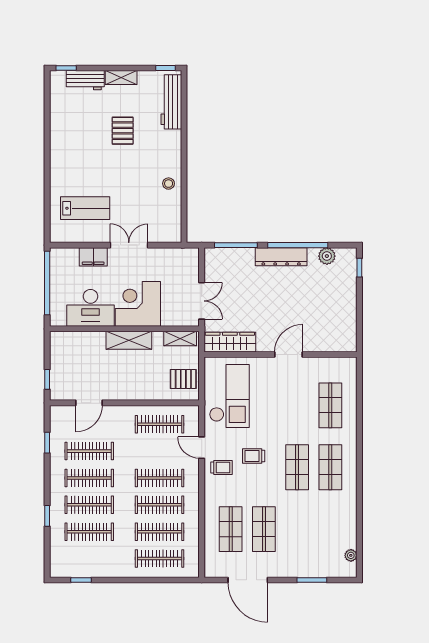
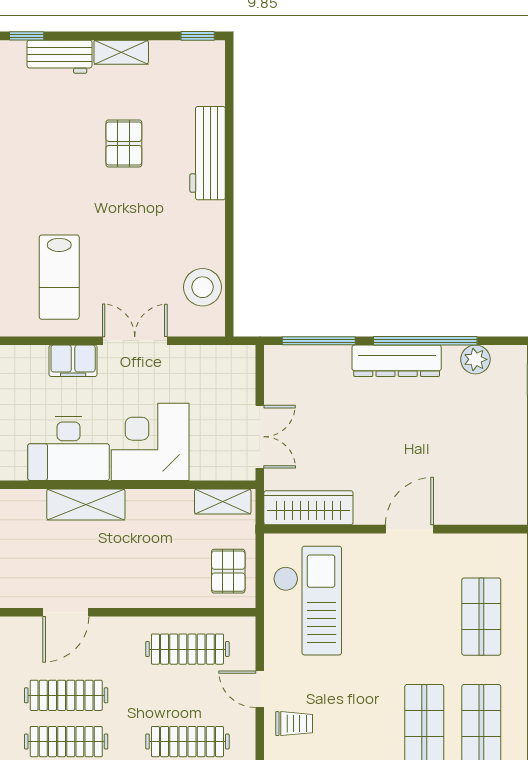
workbench: (171, 102) -> (208, 153), moved
stool: (169, 184) -> (203, 287), moved, width x1.89, depth x1.89
lab bench: (85, 208) -> (59, 277), turned 90
shelving: (129, 340) -> (86, 505), moved
pallet: (183, 379) -> (228, 571), turned 90
trolley: (254, 456) -> (349, 704), removed

